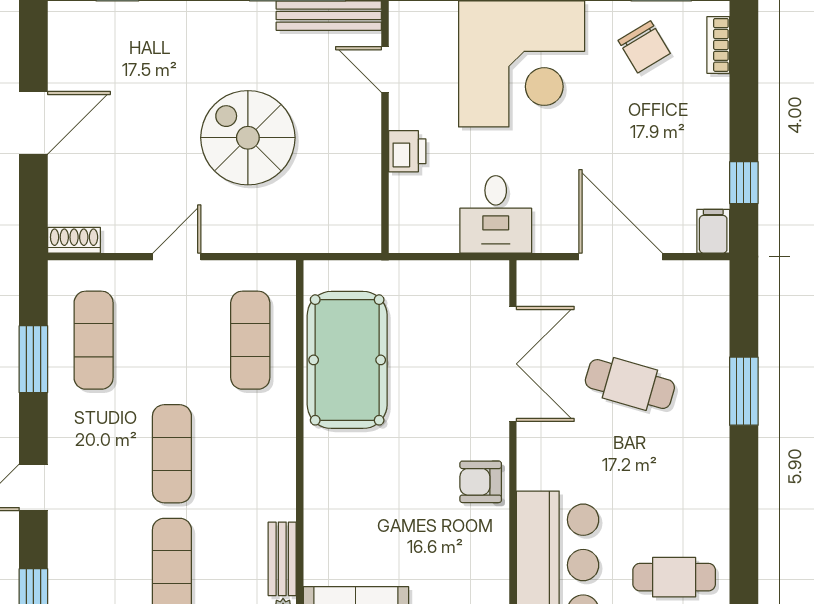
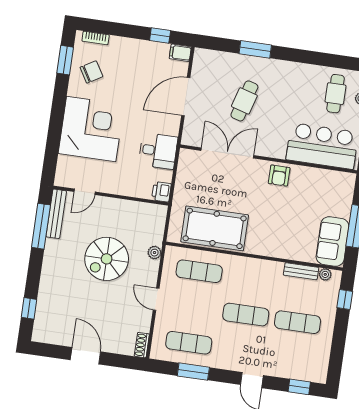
printer: (407, 151) -> (161, 192), moved, turned -90
plant: (276, 239) -> (154, 253), added

